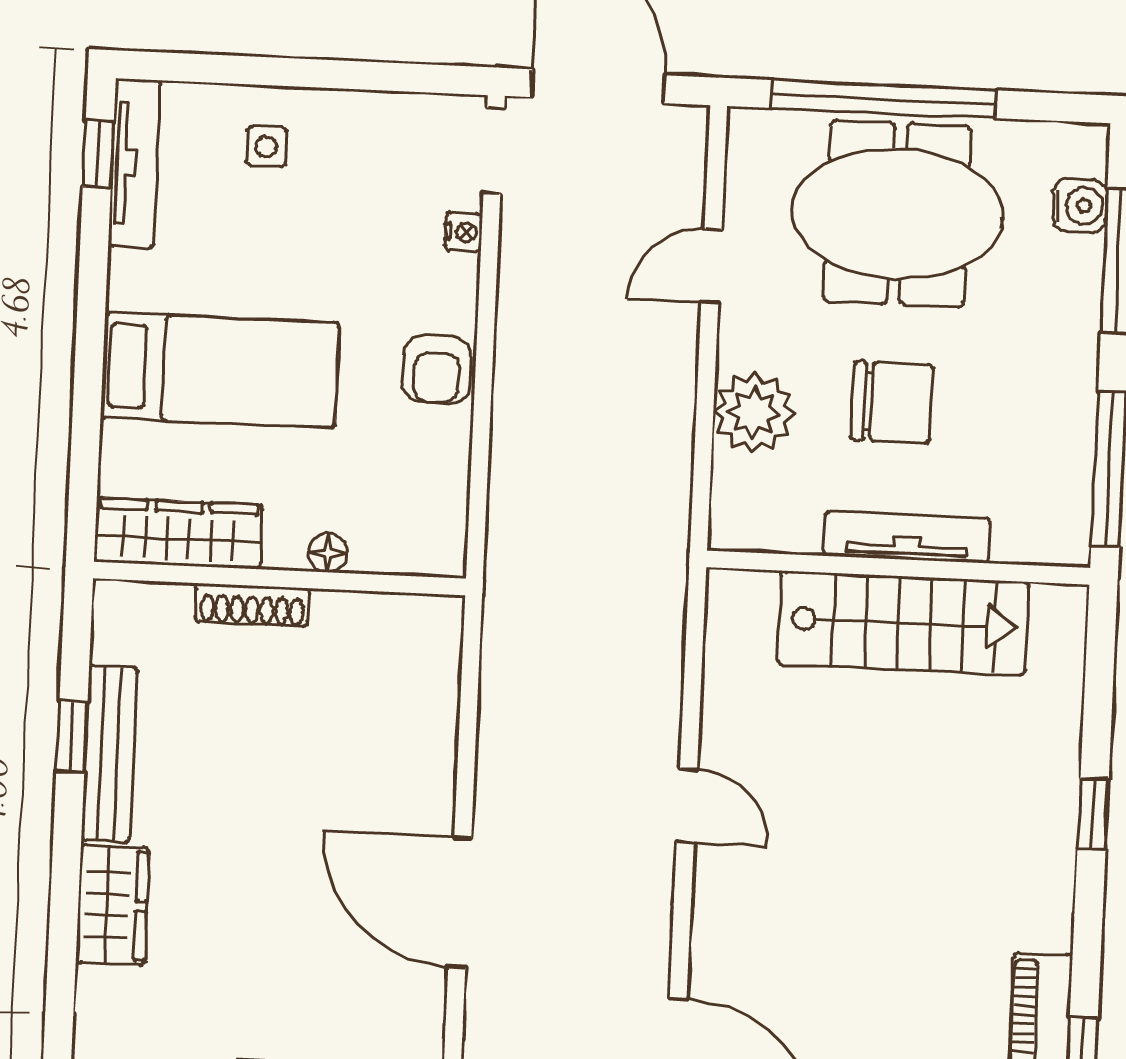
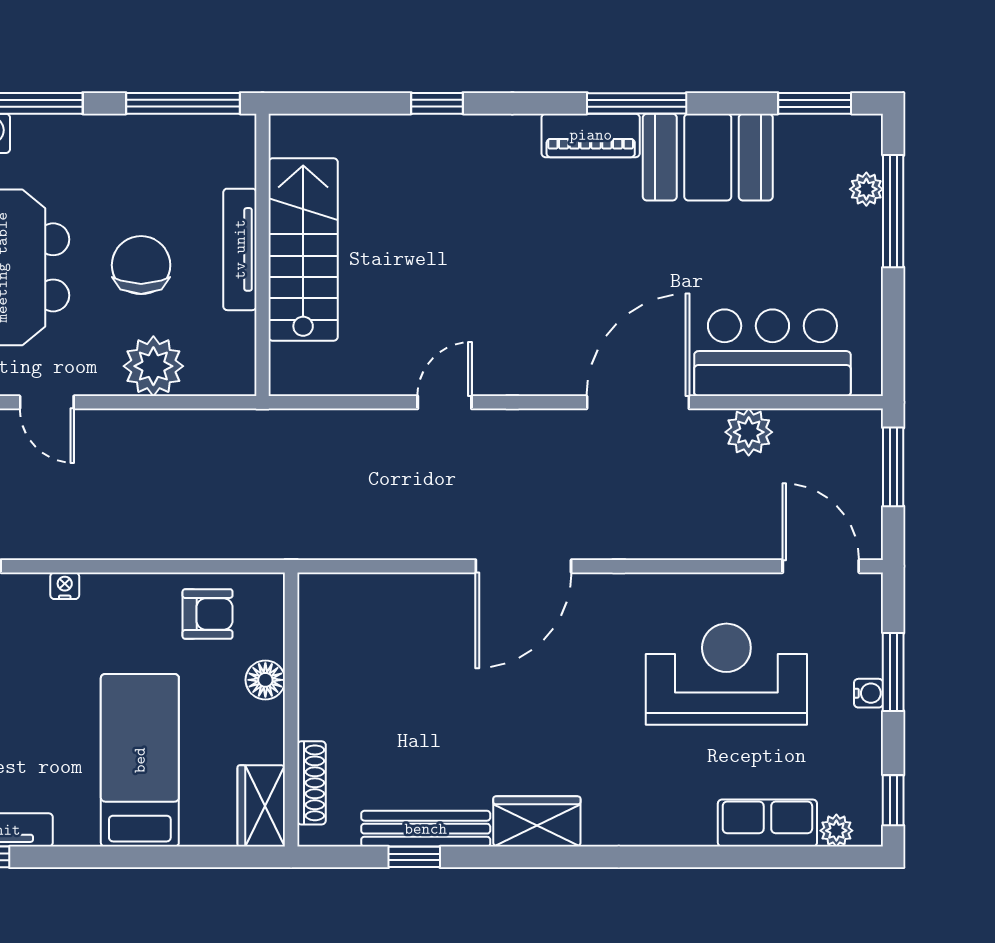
nightstand: (463, 232) -> (65, 586), moved
armchair: (437, 369) -> (208, 614), moved
wardrobe: (178, 533) -> (261, 806), width x0.67
floor lamp: (328, 553) -> (265, 680), width x1.37, depth x1.37
shoe rack: (252, 605) -> (311, 783), moved

